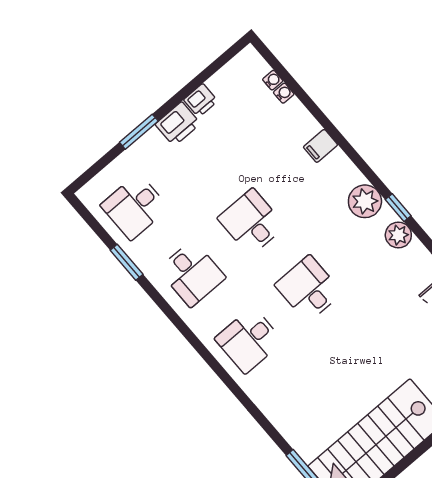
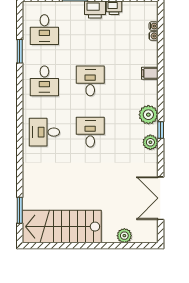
desk: (135, 207) -> (44, 30), turned -90

